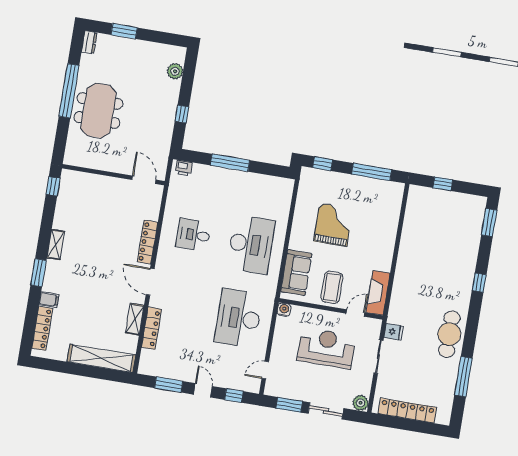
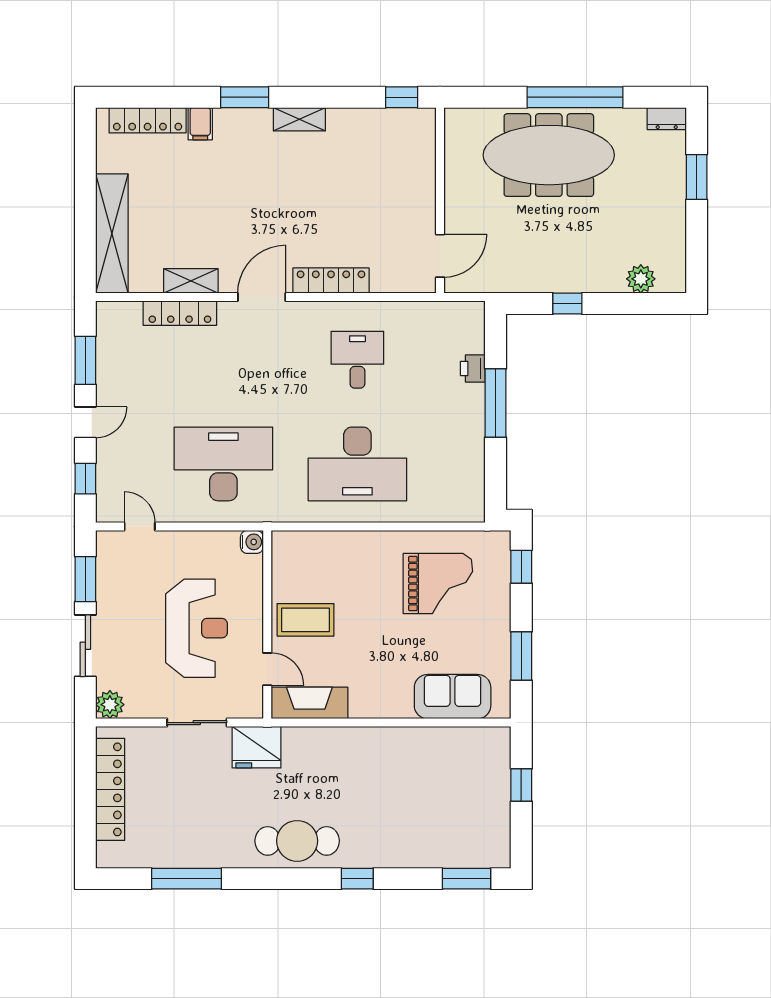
meeting table: (98, 111) -> (549, 155), width x1.36
printer: (184, 168) -> (473, 368), moved
window: (372, 172) -> (521, 656), width x0.69
grand piano: (333, 225) -> (438, 584), moved
sofa: (296, 273) -> (453, 697), moved, turned 180
fridge: (394, 332) -> (257, 747), width x1.88, depth x1.34
cafe table: (449, 334) -> (297, 841), moved

